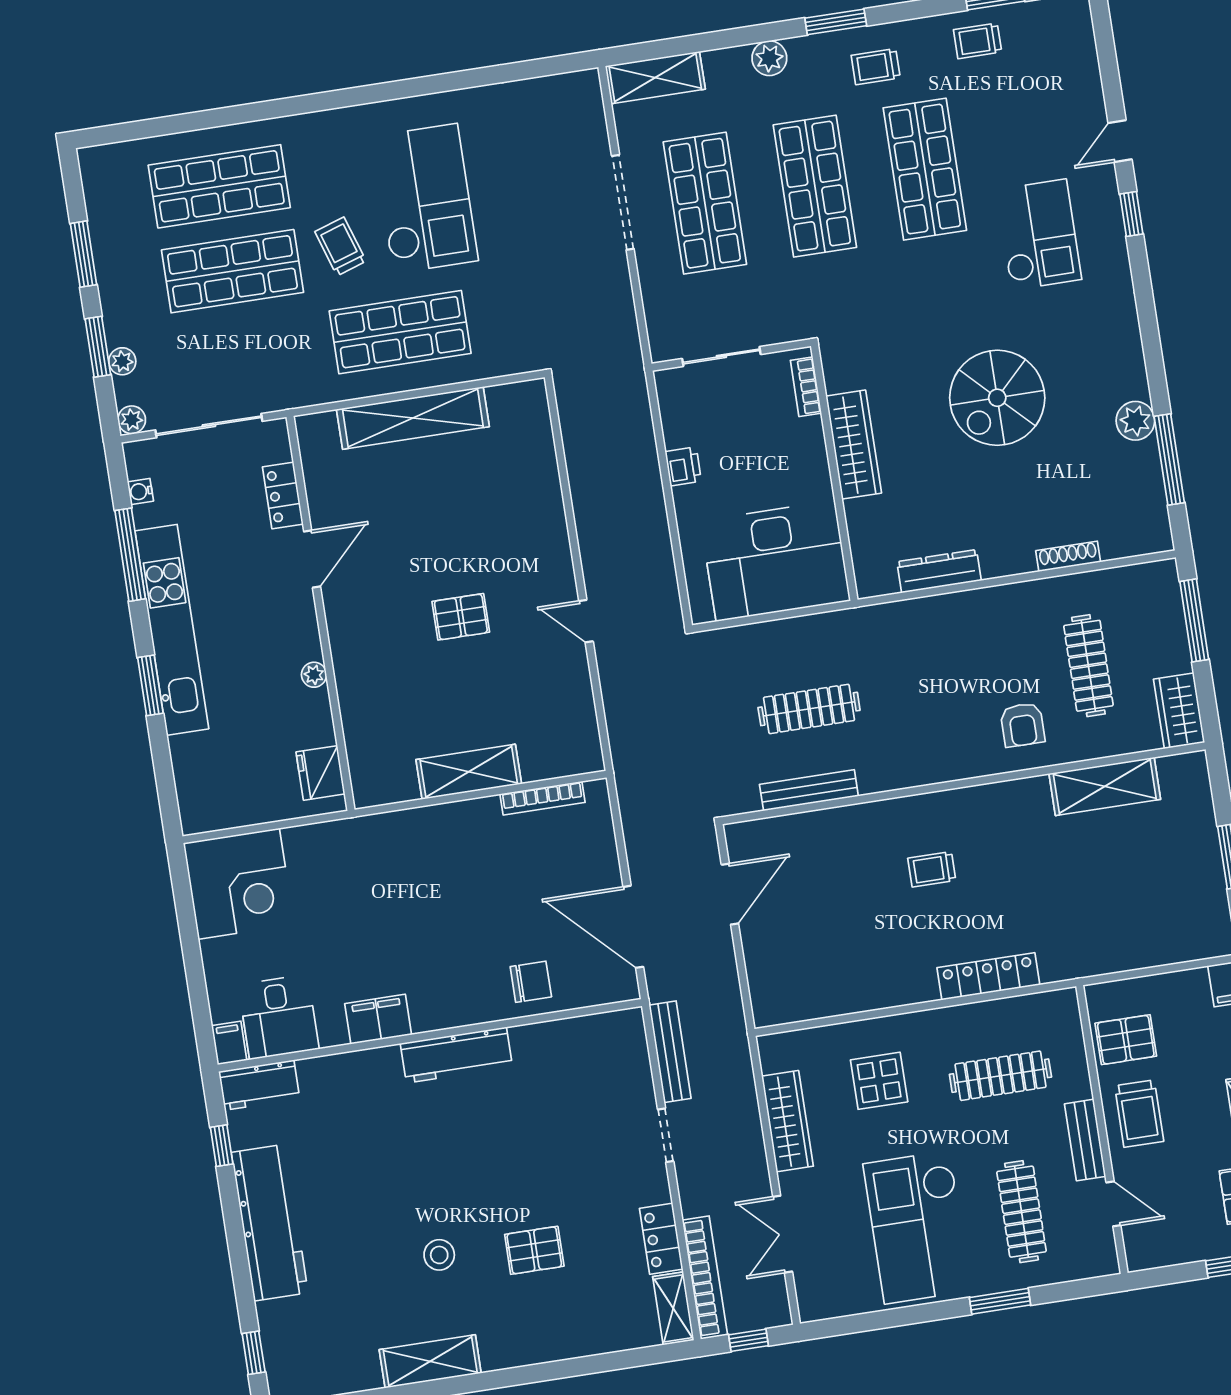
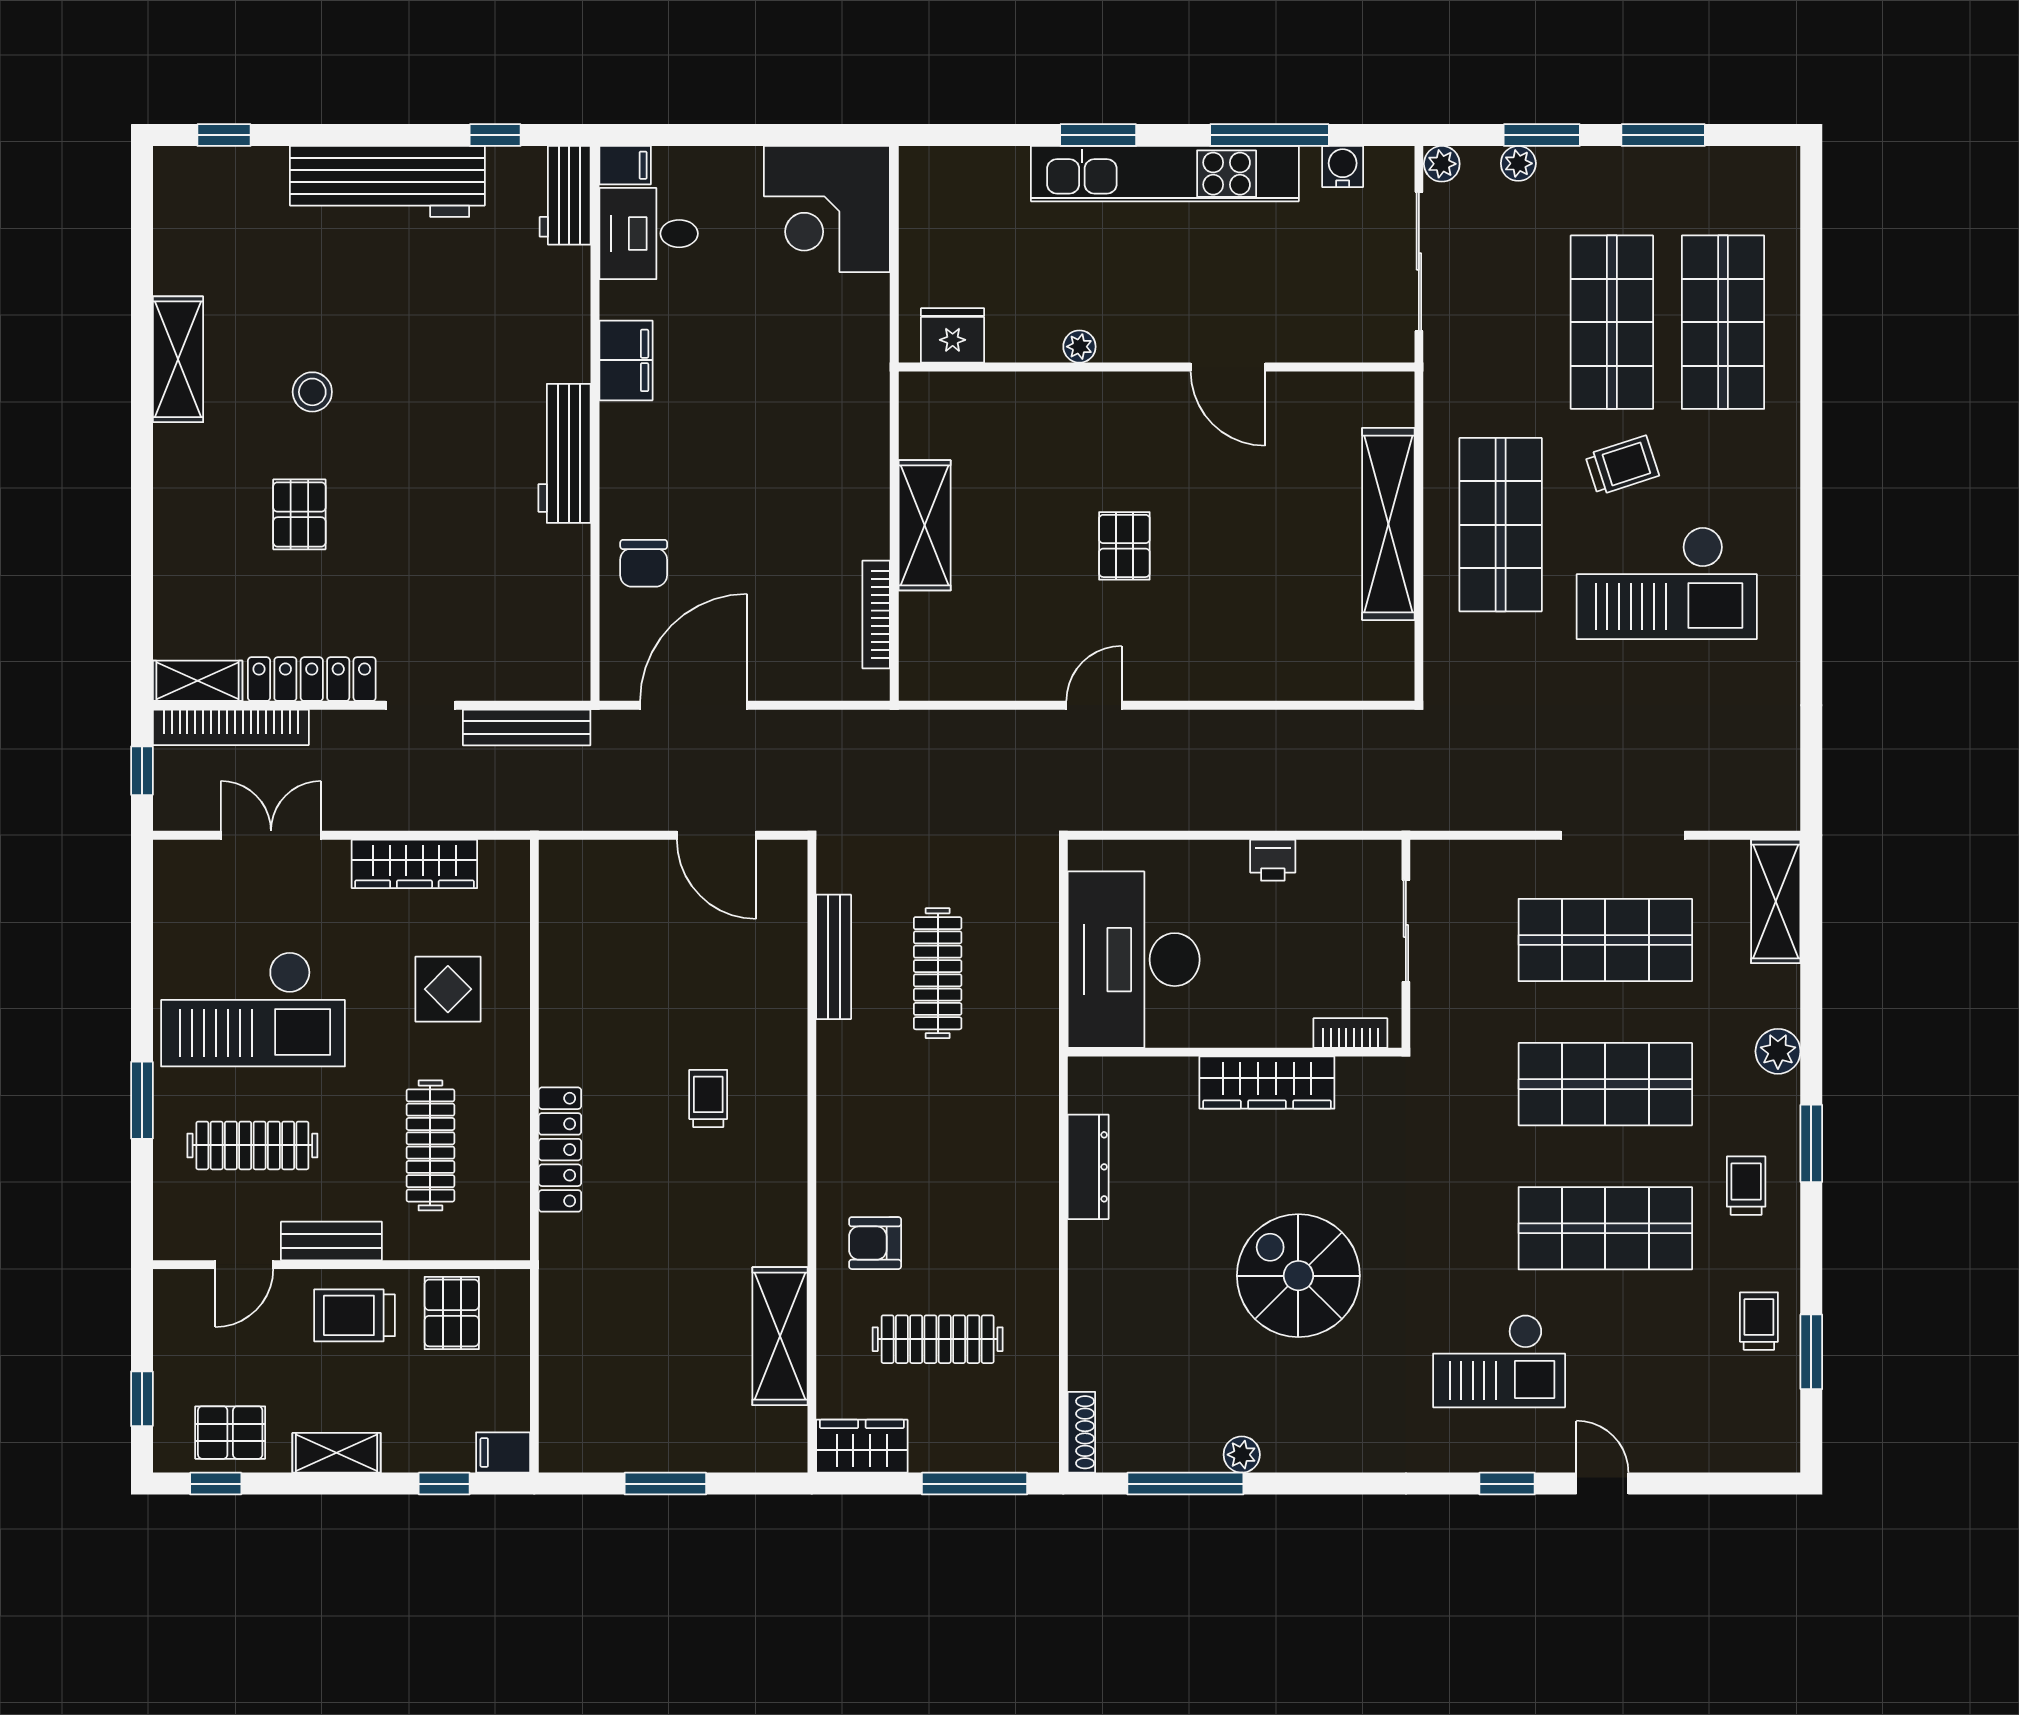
plant: (1135, 421) -> (1242, 1455), width x0.73, depth x0.73
water cooler: (140, 491) -> (1343, 166), width x1.38, depth x1.38
locker: (283, 496) -> (1315, 342), removed
shoe rack: (1068, 556) -> (1081, 1432), moved
checkout: (917, 1227) -> (253, 1009), turned 180
locker: (661, 1239) -> (312, 679), width x1.53

